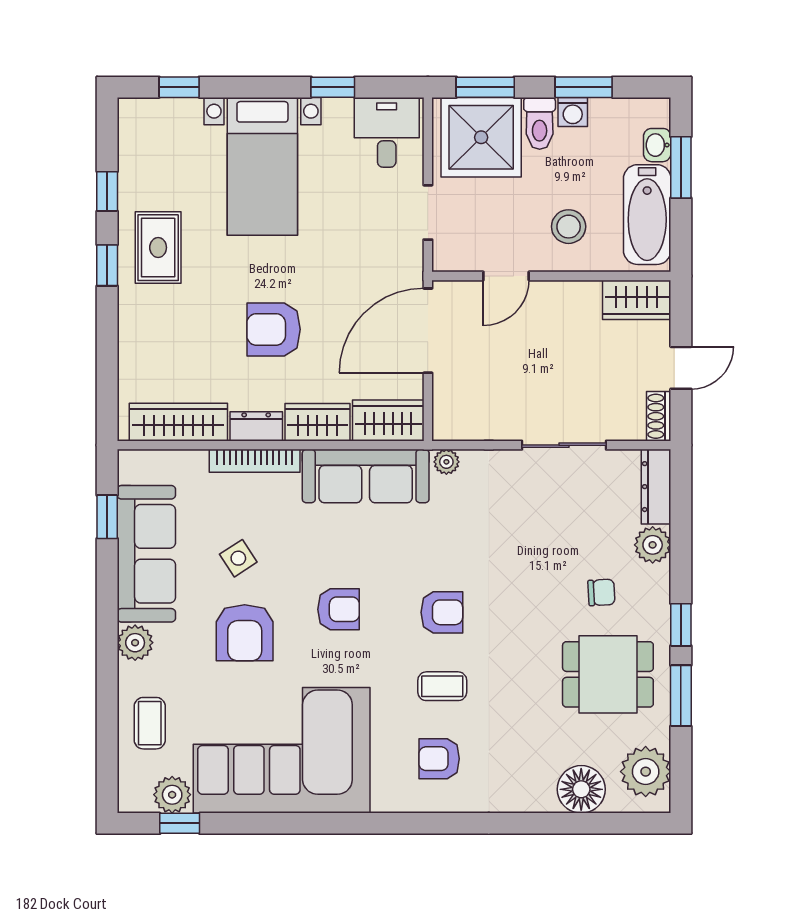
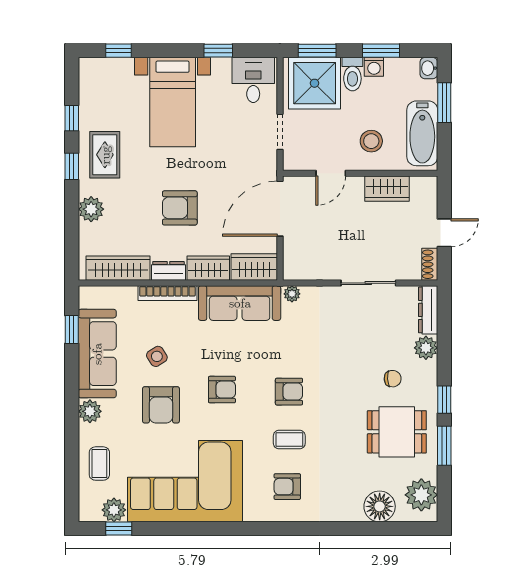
washbasin: (657, 145) -> (429, 68), moved
wardrobe: (637, 300) -> (387, 189), moved
plant: (137, 331) -> (91, 209), added

